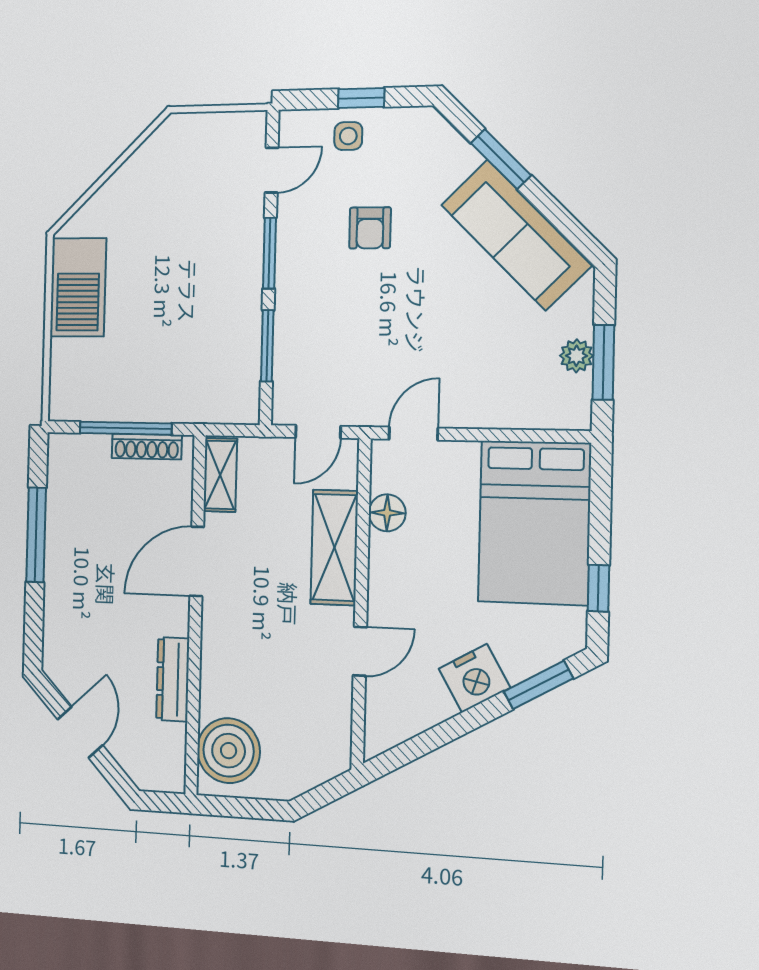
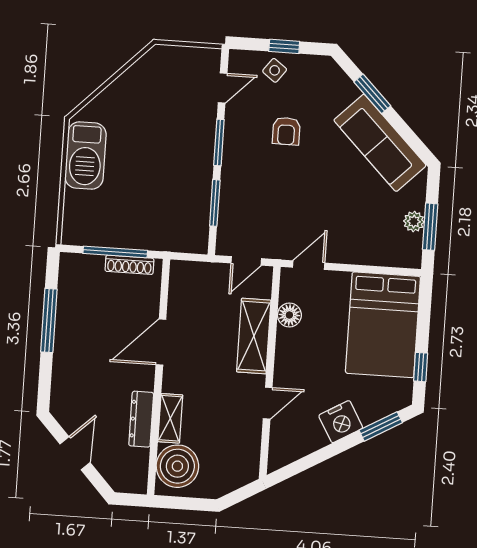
side table: (348, 136) -> (275, 70), turned 37
shelving: (220, 475) -> (170, 418), moved

